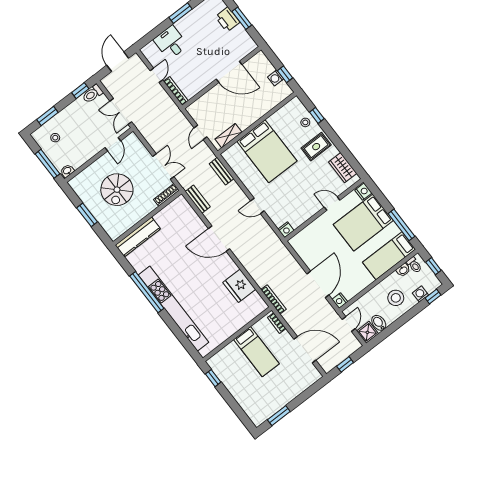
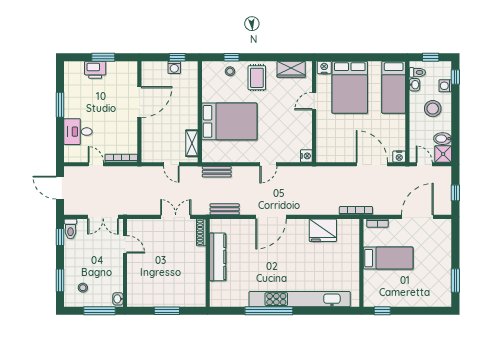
spiral stairs: (117, 190) -> (165, 270), removed
window: (402, 225) -> (376, 57), removed
kitchen counter: (138, 237) -> (218, 257), moved

